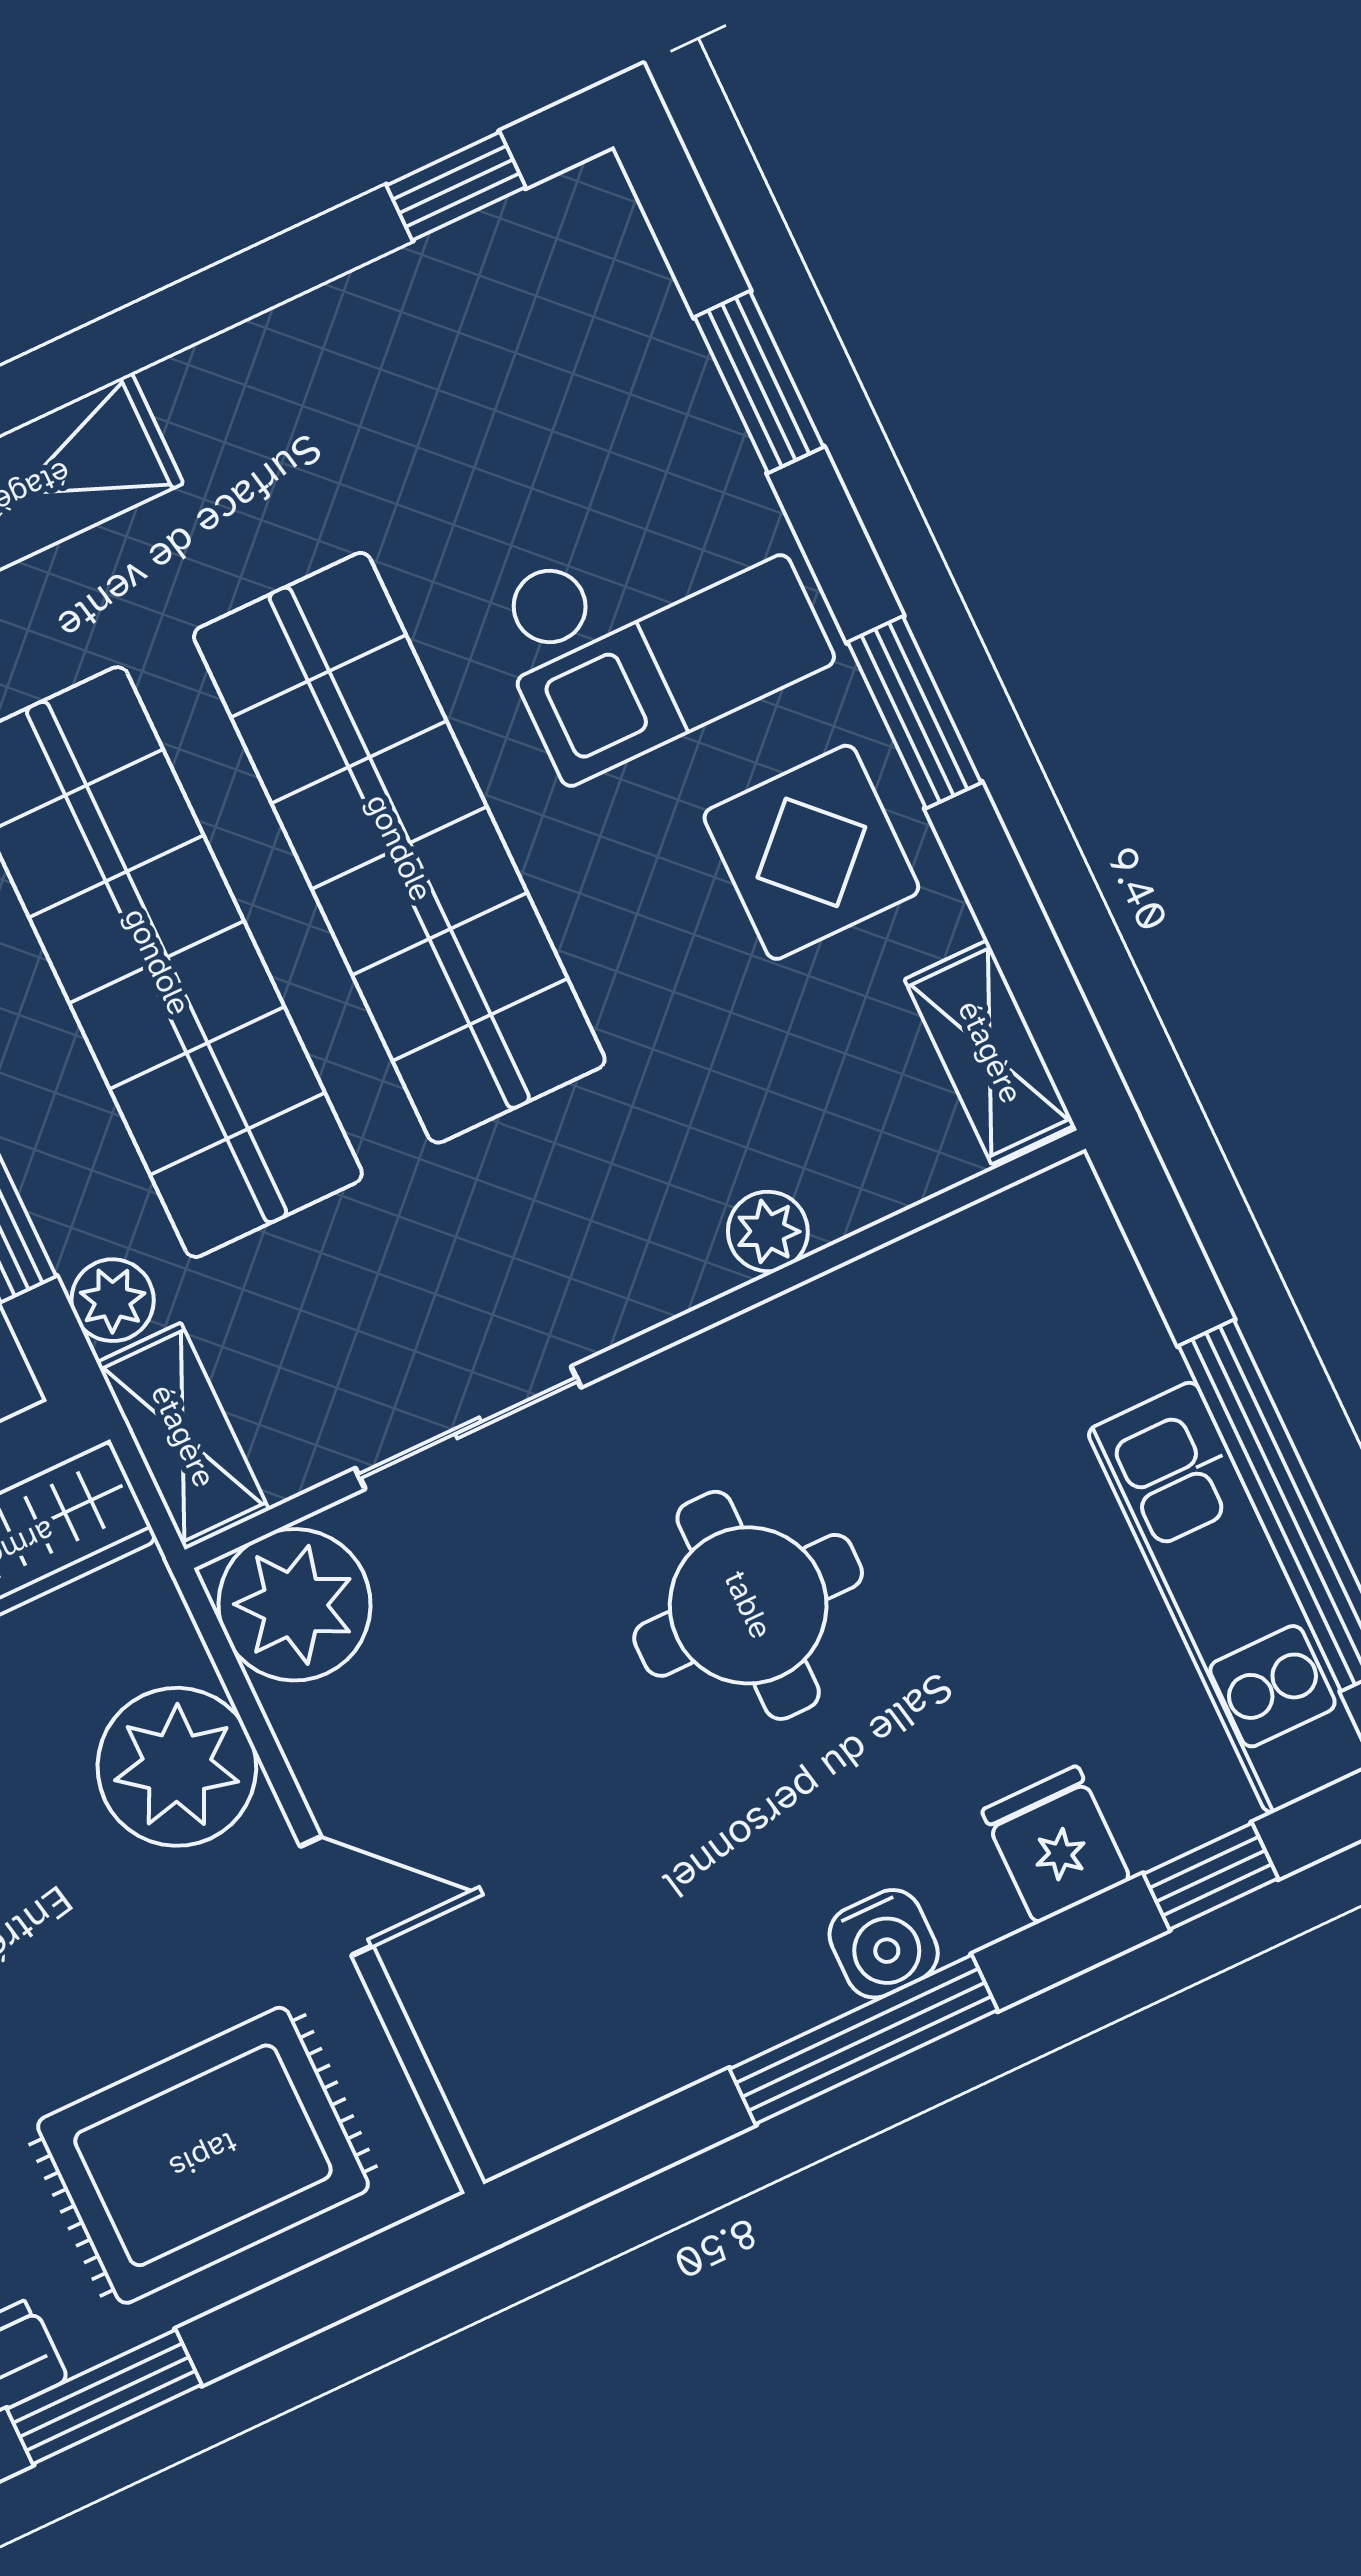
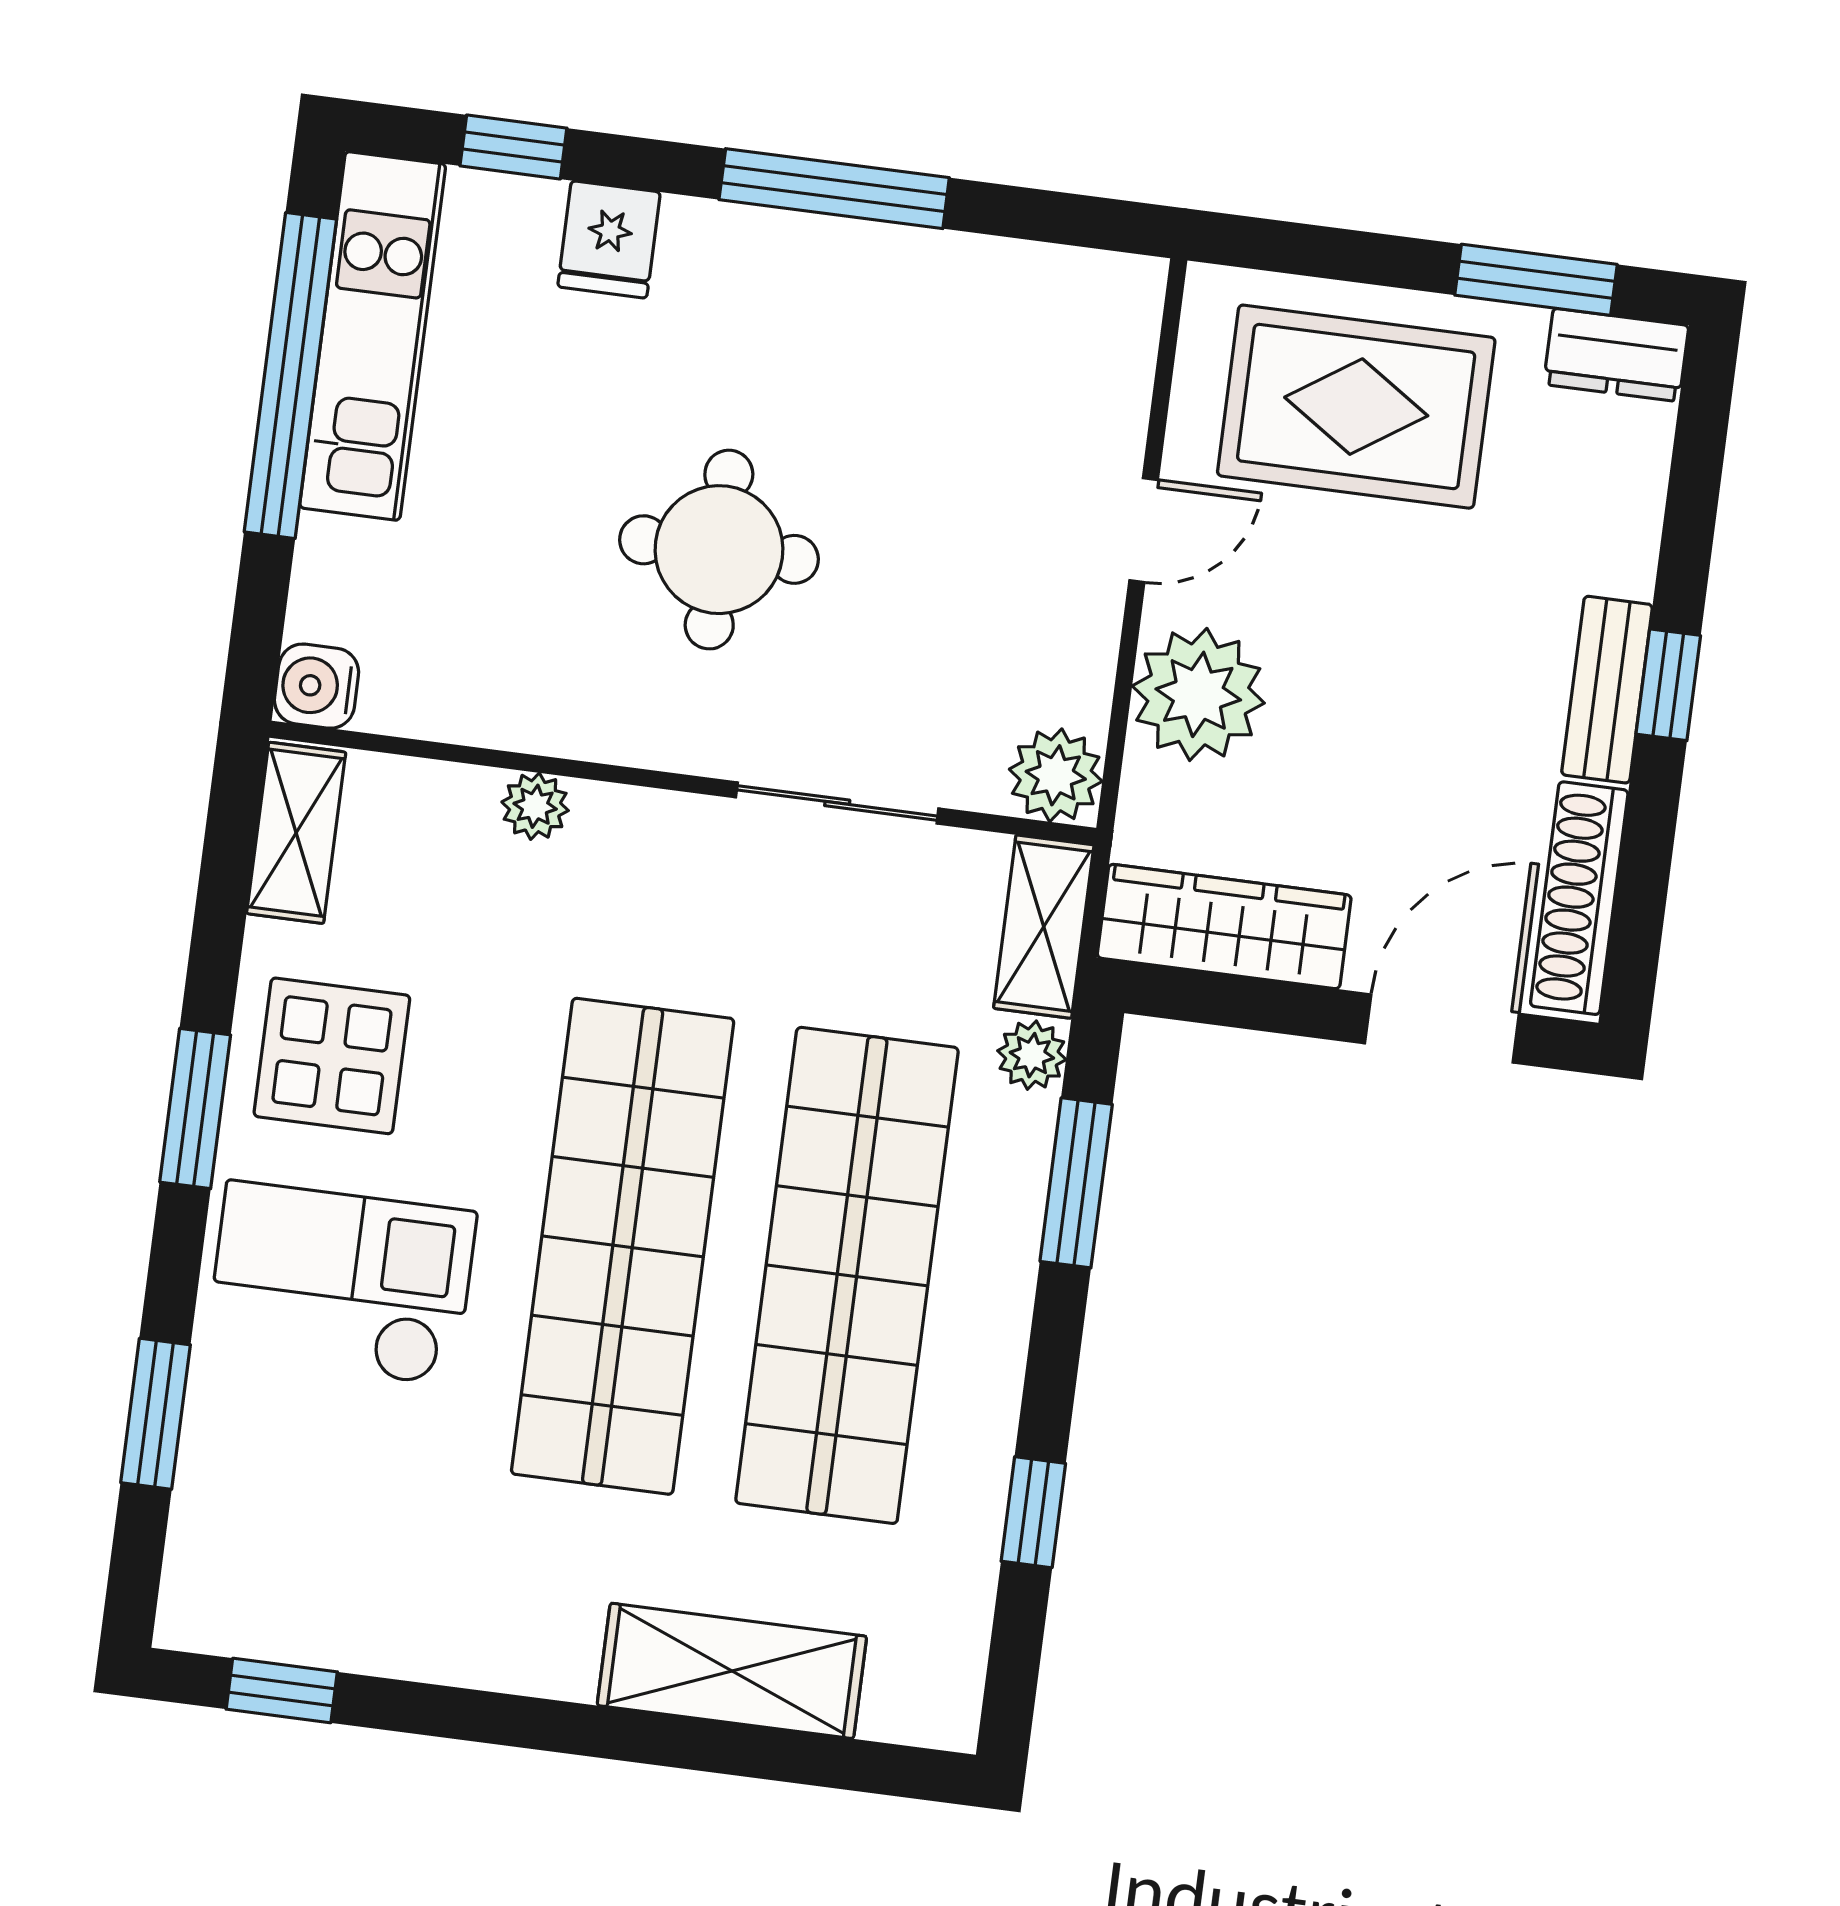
plant: (295, 1605) -> (1056, 775), width x0.73, depth x0.73
door: (336, 1896) -> (1144, 530), swing flipped
water cooler: (884, 1944) -> (317, 686), moved, turned -90

